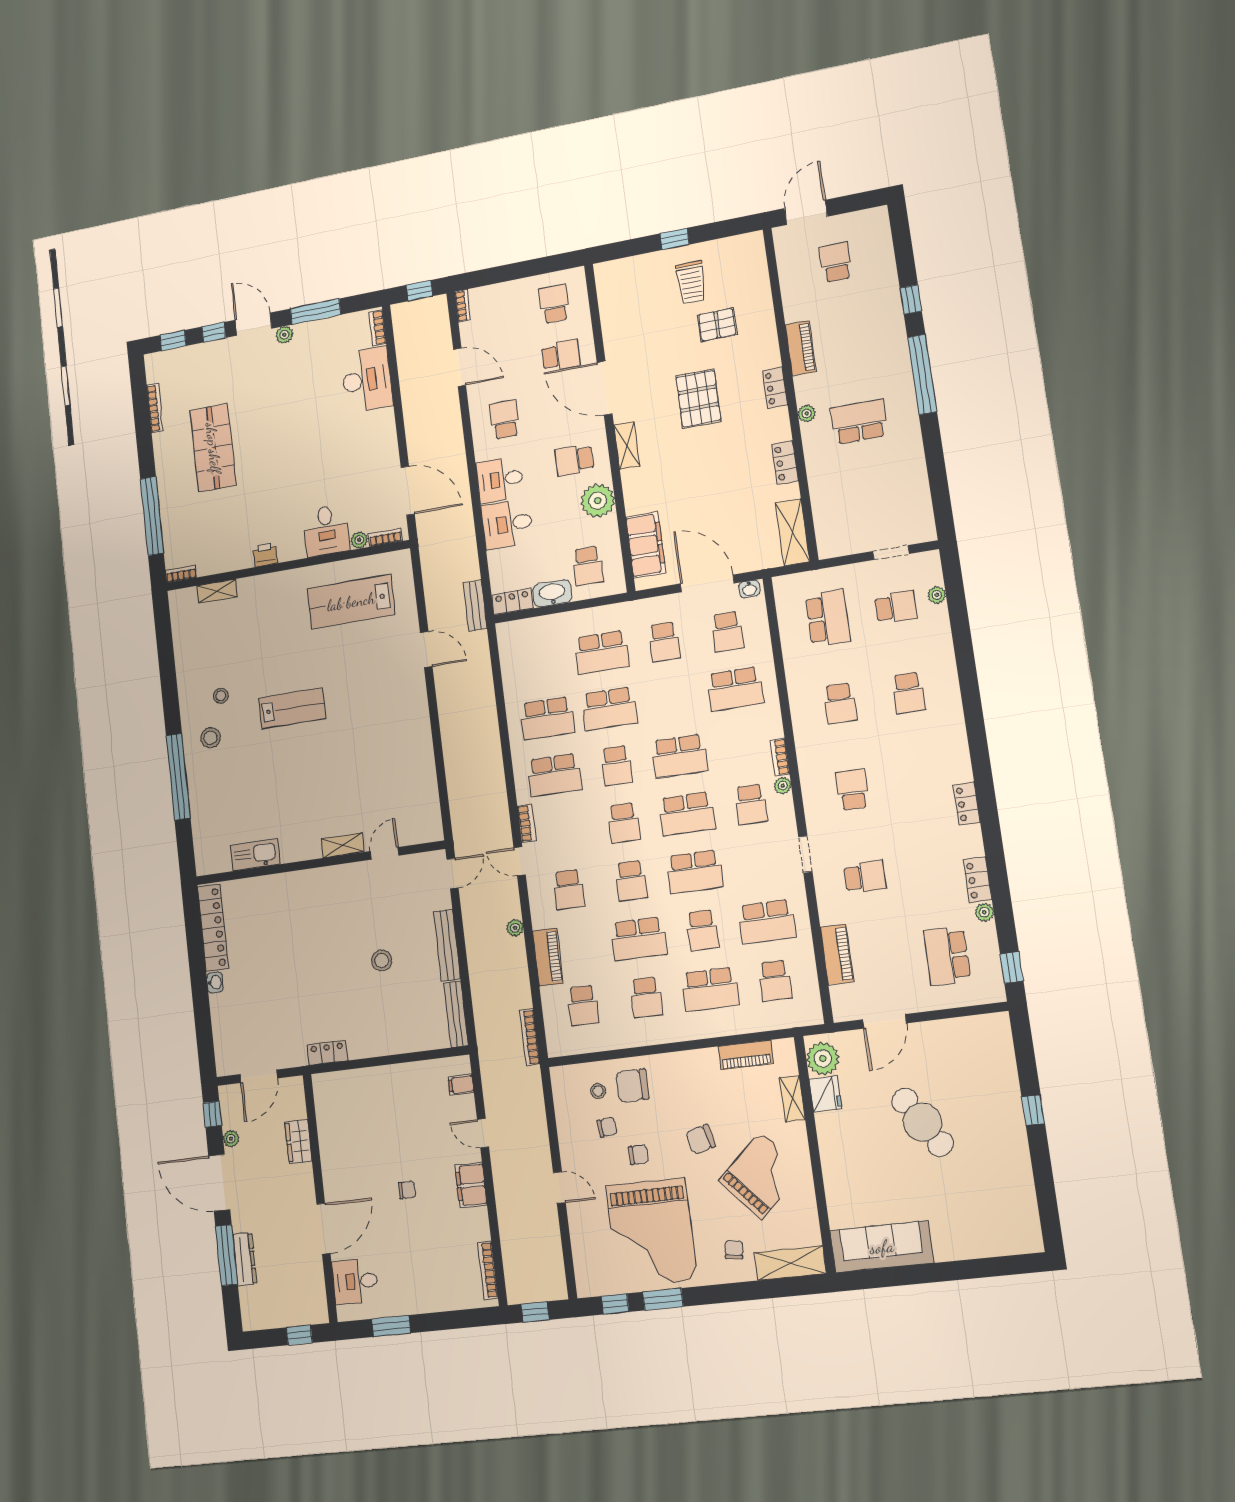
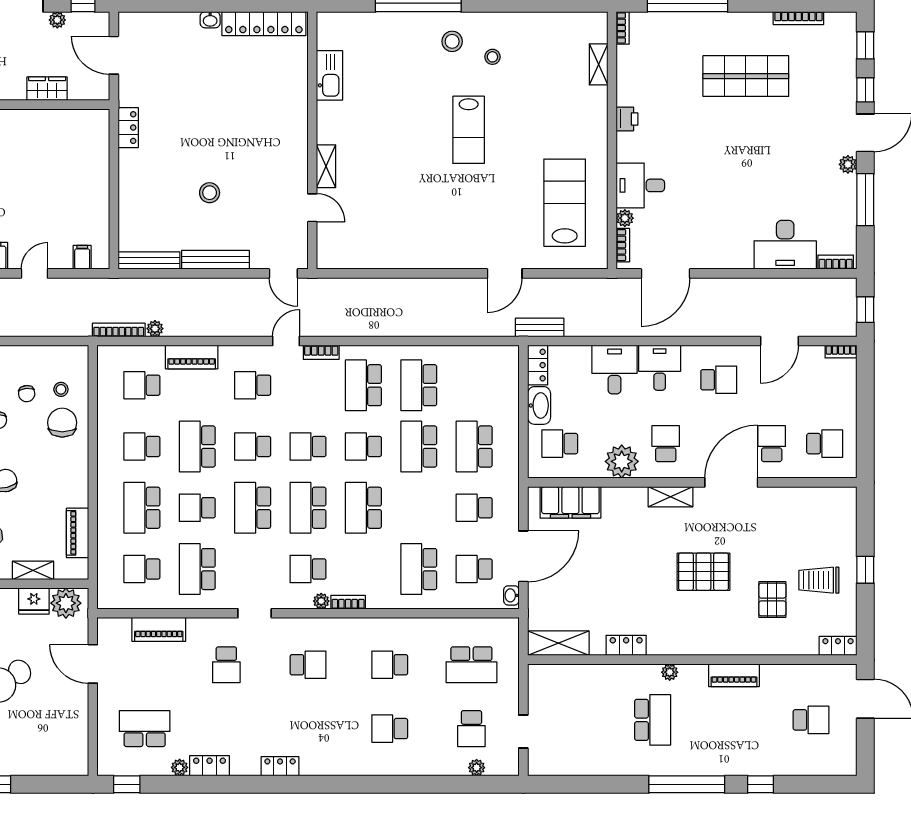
school desk: (561, 355) -> (772, 444), turned 180
locker: (775, 388) -> (838, 646), moved
plant: (515, 928) -> (155, 329), moved

